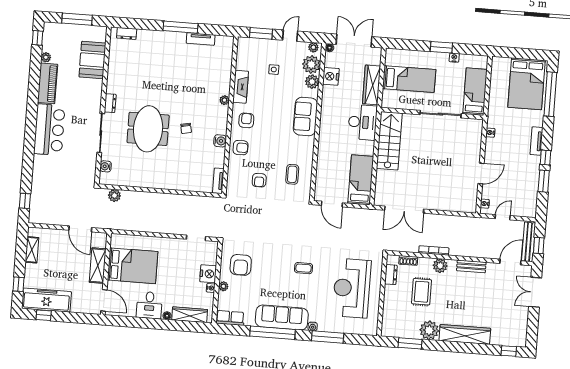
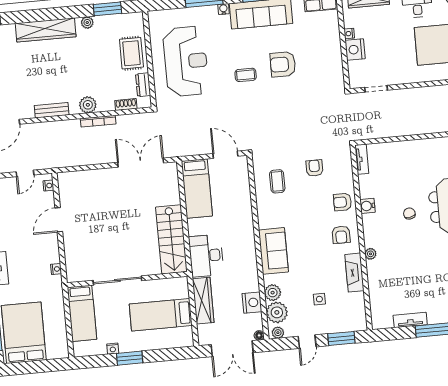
armchair: (241, 265) -> (283, 64), moved, turned -90
plant: (223, 286) -> (335, 38), removed
rug: (422, 292) -> (131, 53), moved
plant: (429, 330) -> (87, 23), width x0.53, depth x0.53

